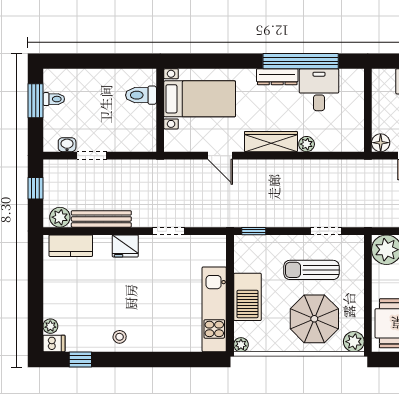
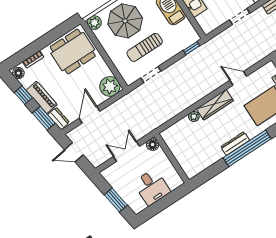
window: (301, 61) -> (247, 148), moved
desk: (319, 90) -> (207, 152), removed
sun lounger: (311, 270) -> (145, 47), turned 180

